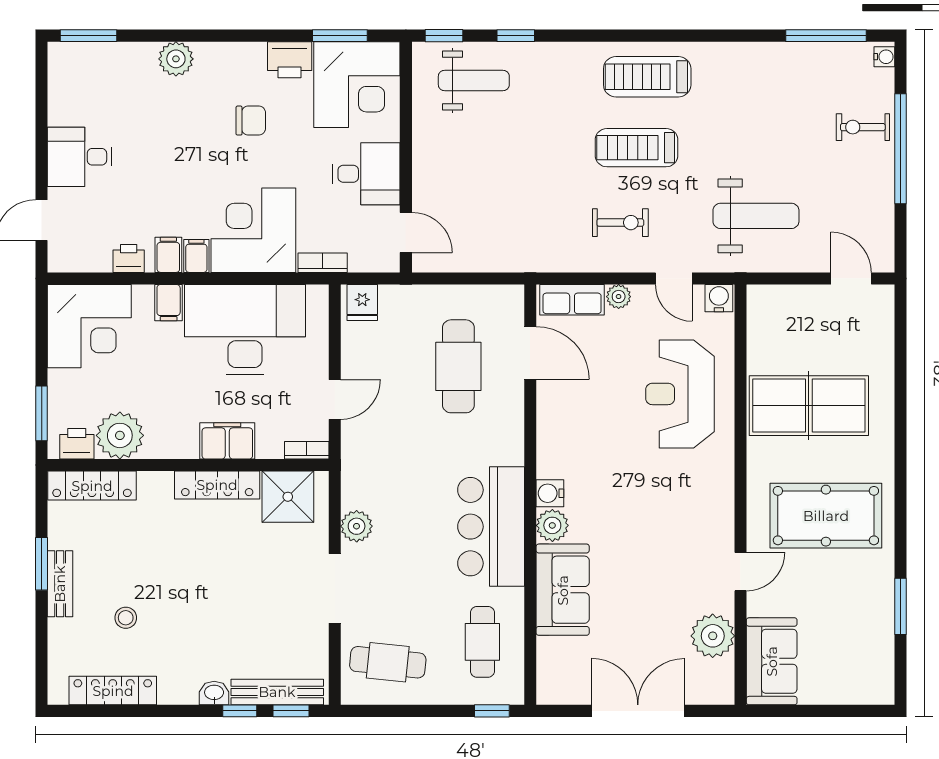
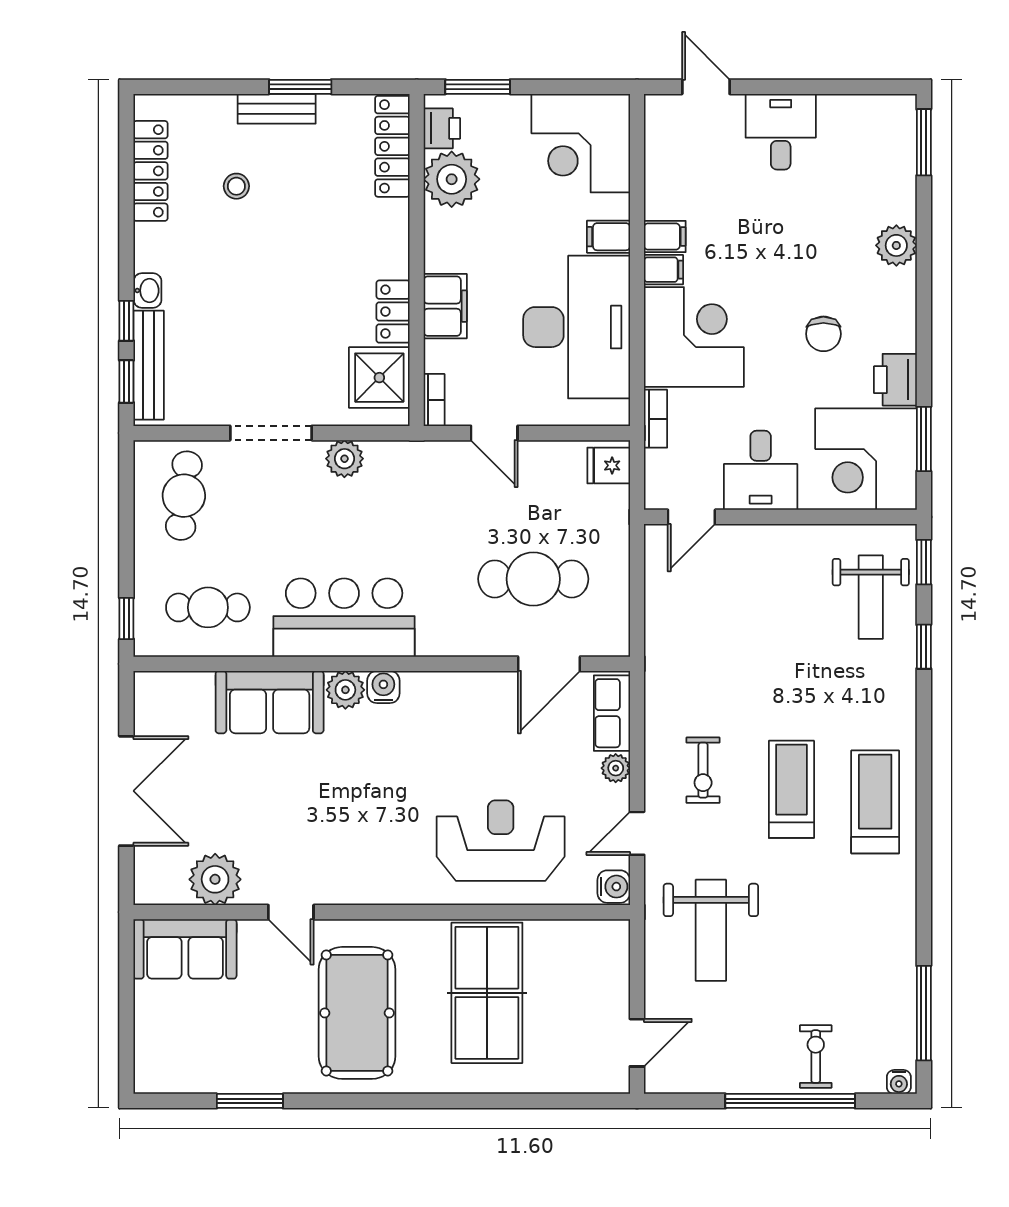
printer: (129, 258) -> (661, 190), removed
locker: (217, 485) -> (393, 312), width x0.66

